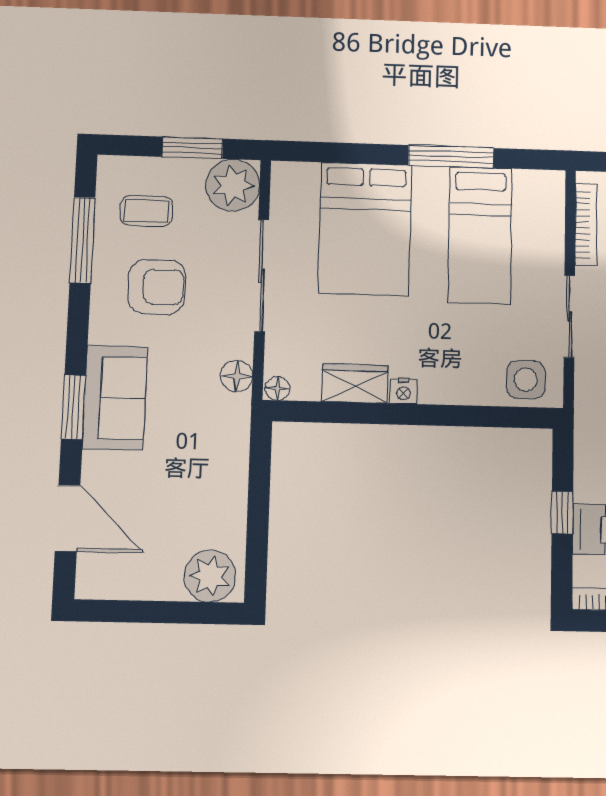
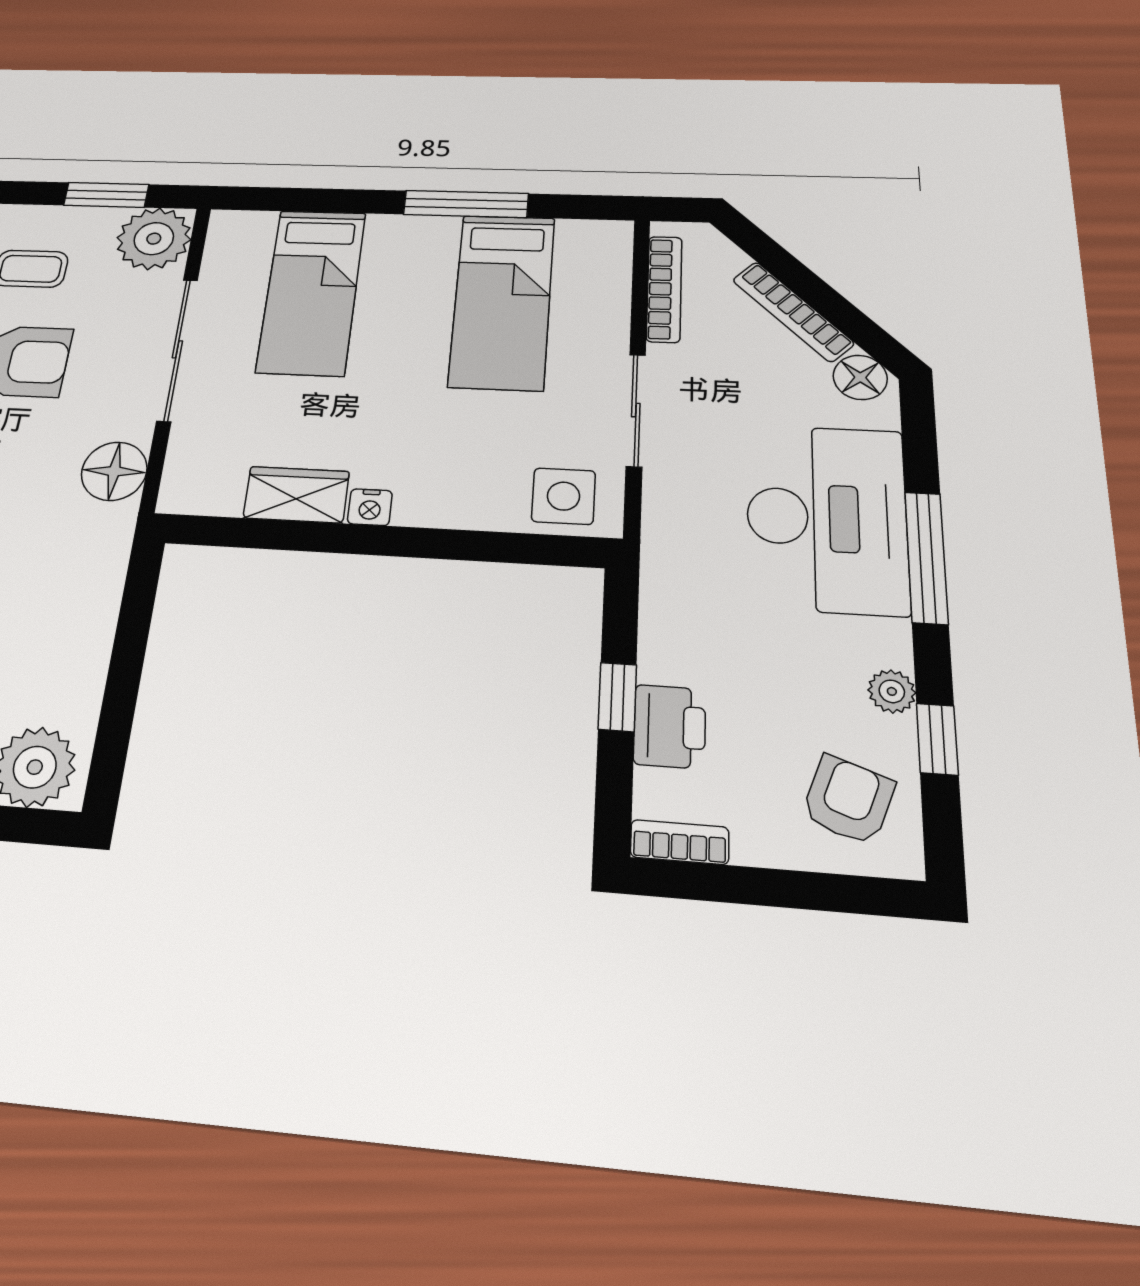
bed: (365, 229) -> (312, 291), width x0.67
floor lamp: (237, 376) -> (114, 471), width x1.38, depth x1.38
floor lamp: (278, 388) -> (179, 498), removed

